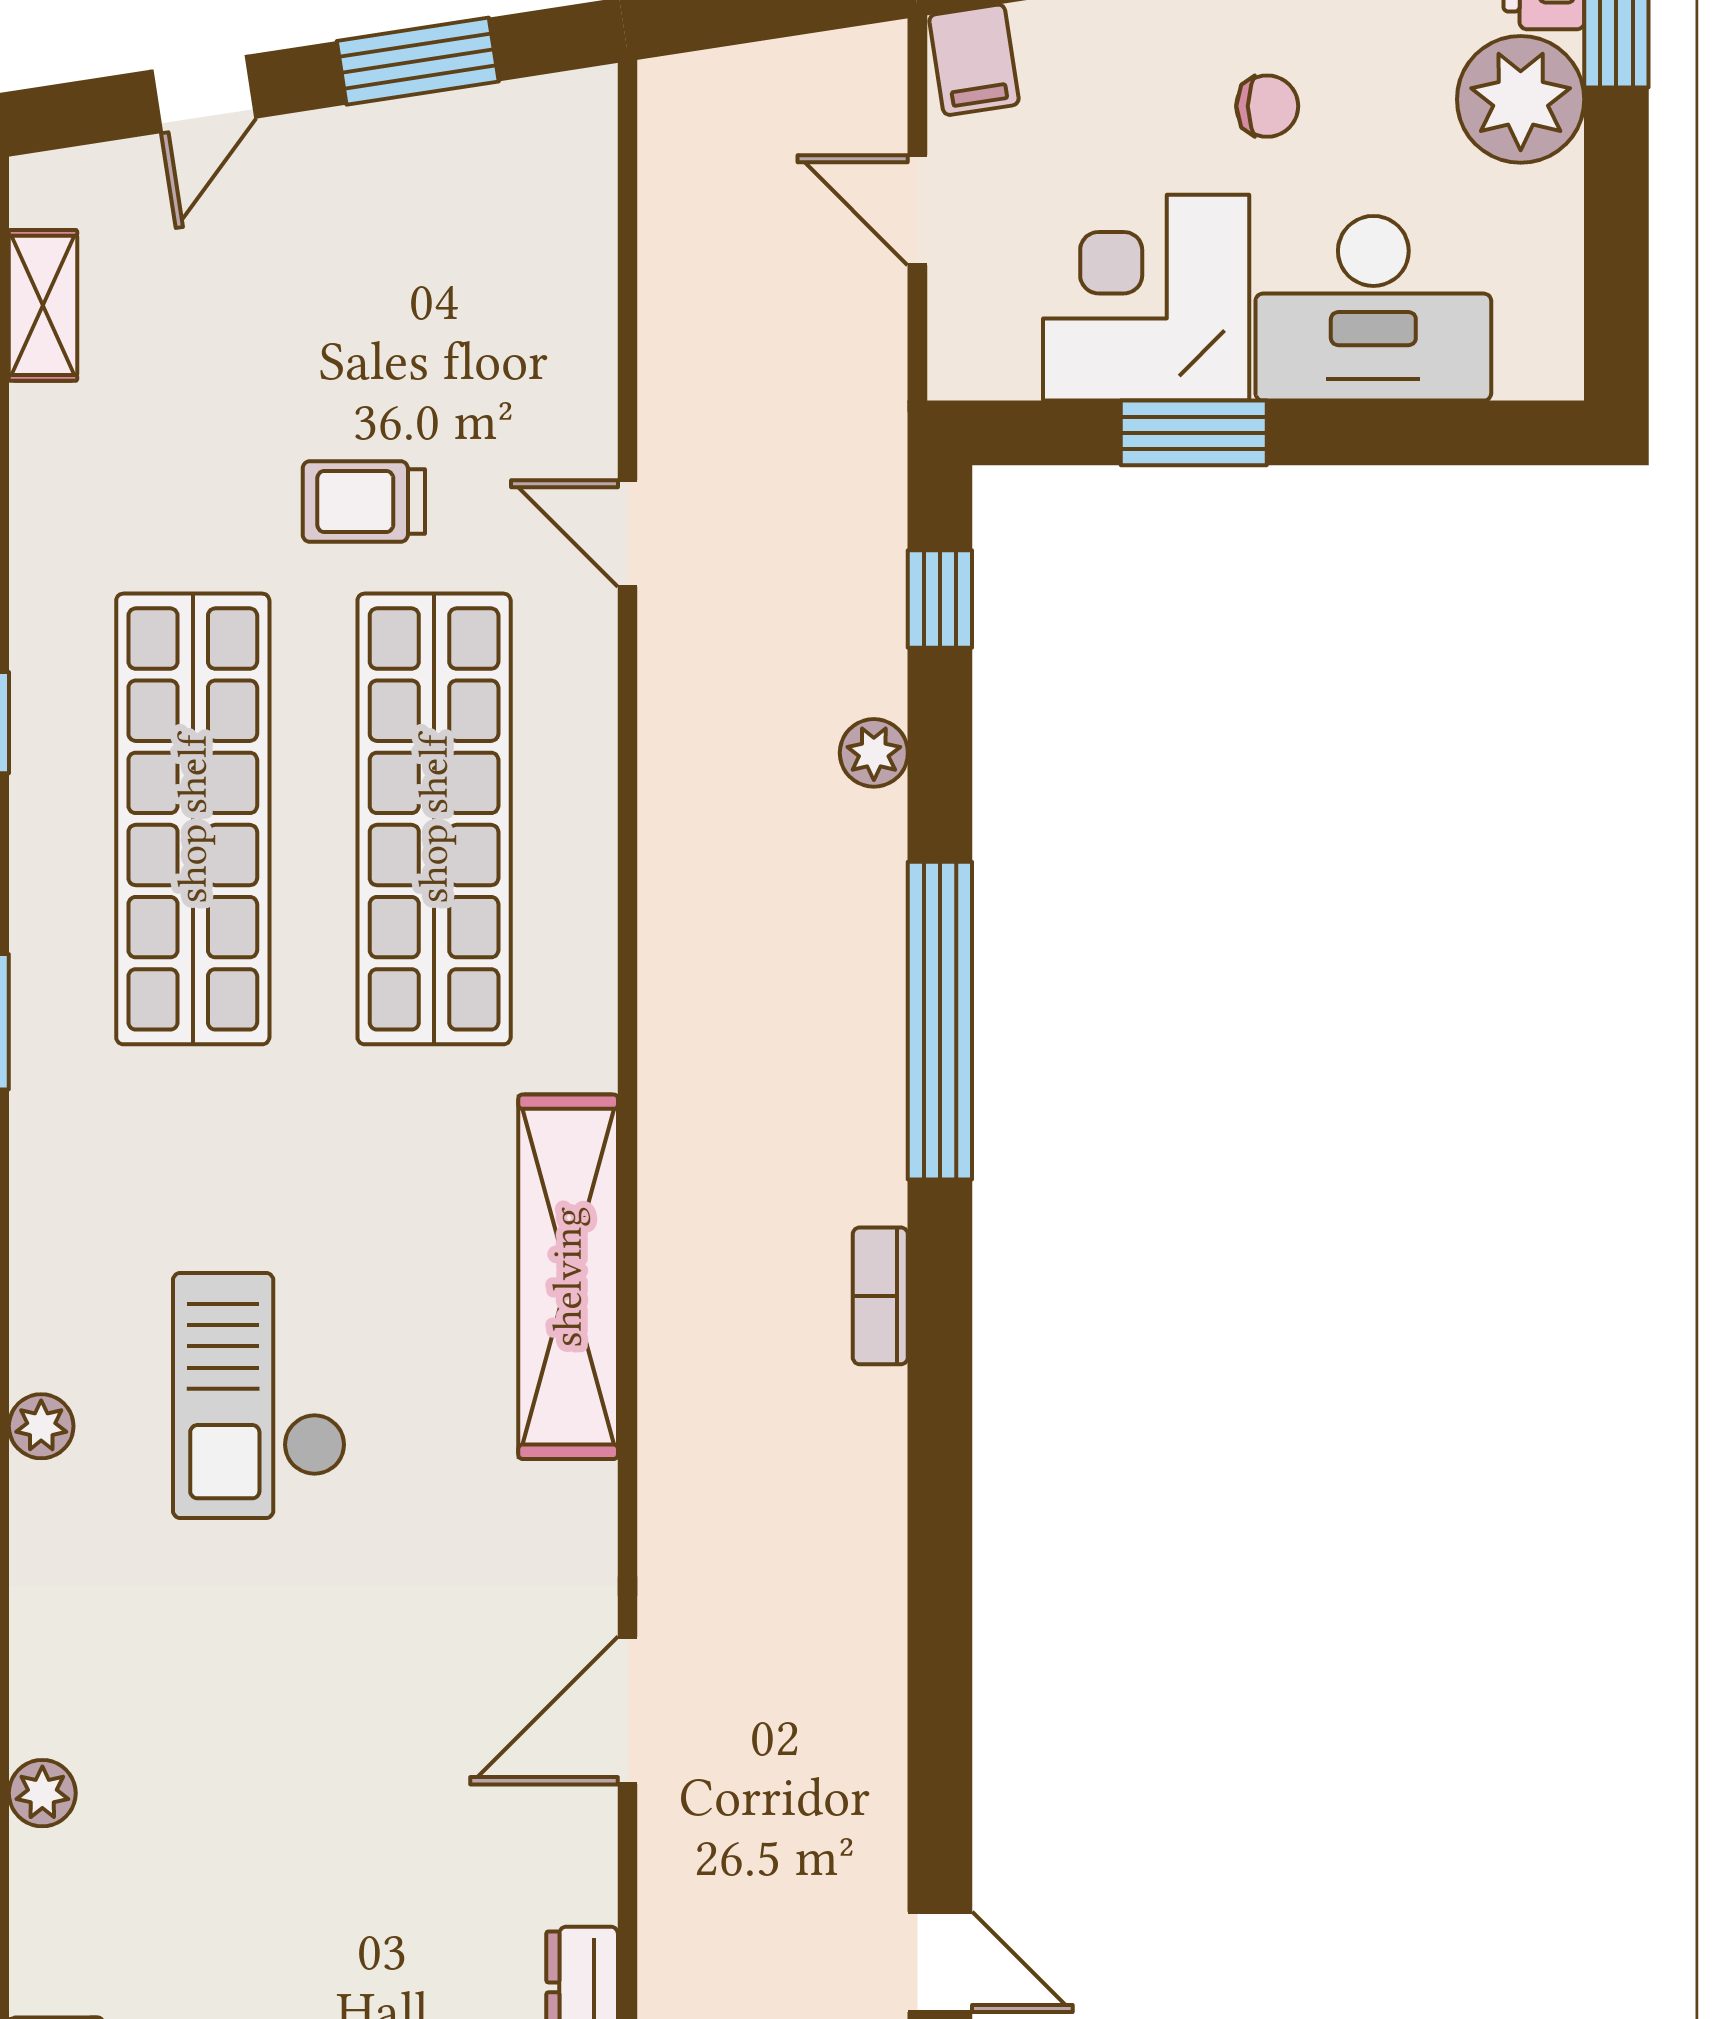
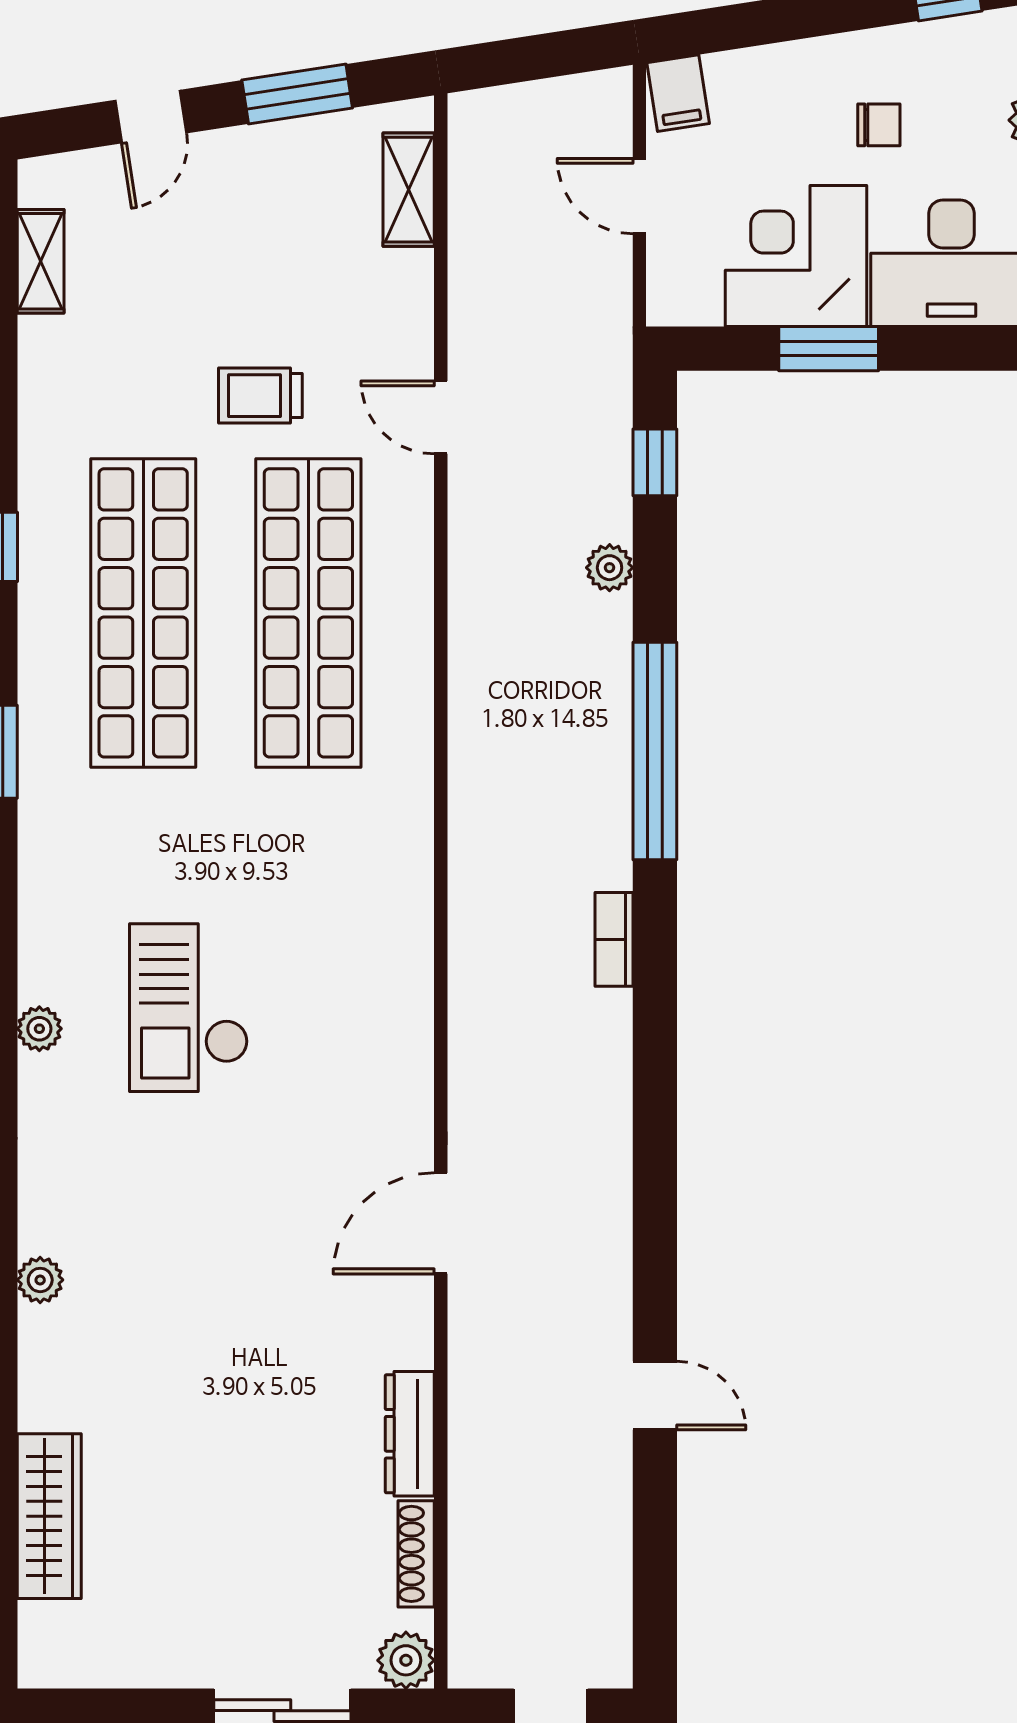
shelving: (568, 1277) -> (409, 190), moved, width x0.45, depth x0.75

